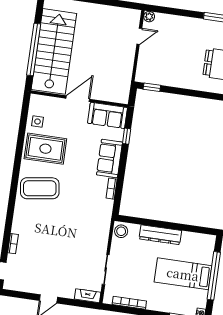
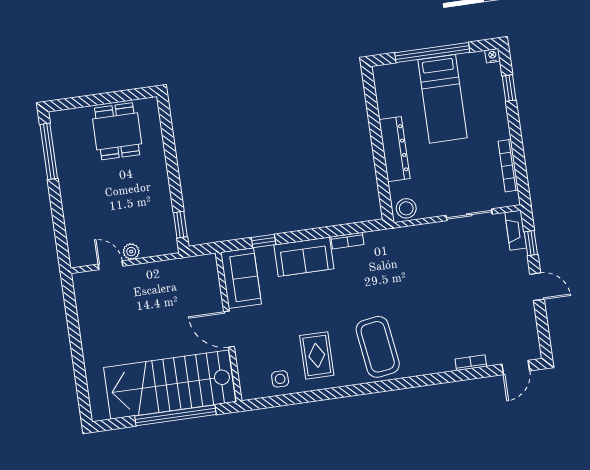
plant: (149, 17) -> (131, 252), moved
rug: (45, 149) -> (317, 355), width x0.73, depth x0.70
window: (77, 303) -> (531, 243), added

